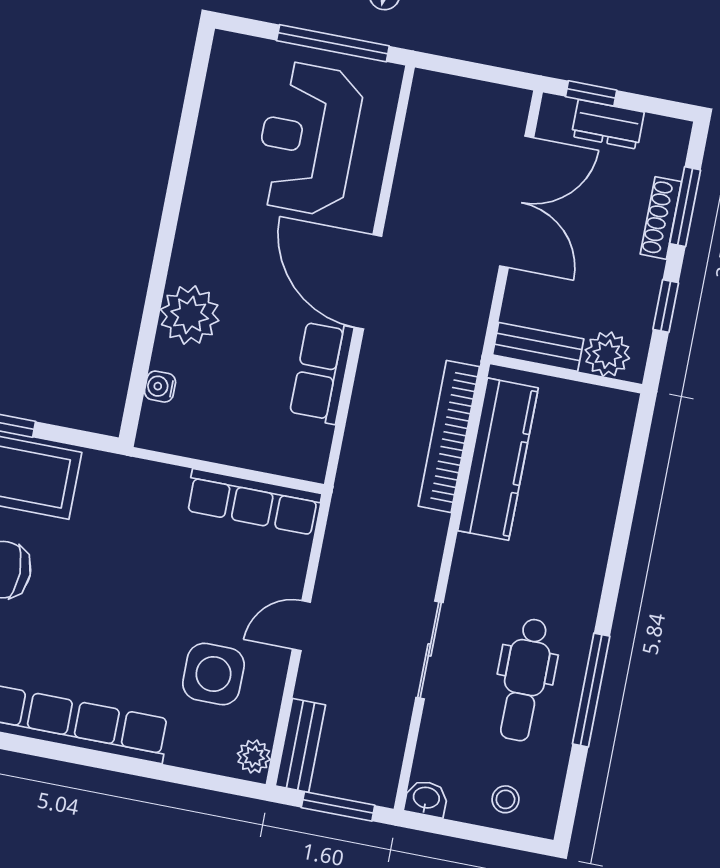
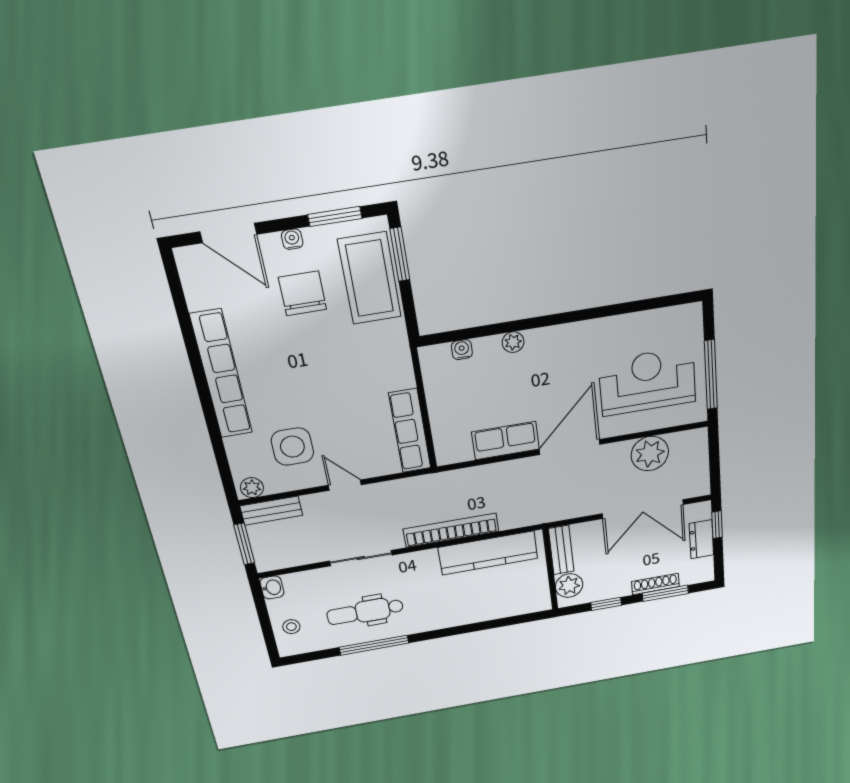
plant: (426, 166) -> (650, 454), added
plant: (190, 315) -> (513, 342), width x0.53, depth x0.53
bookcase: (449, 436) -> (451, 530), moved

